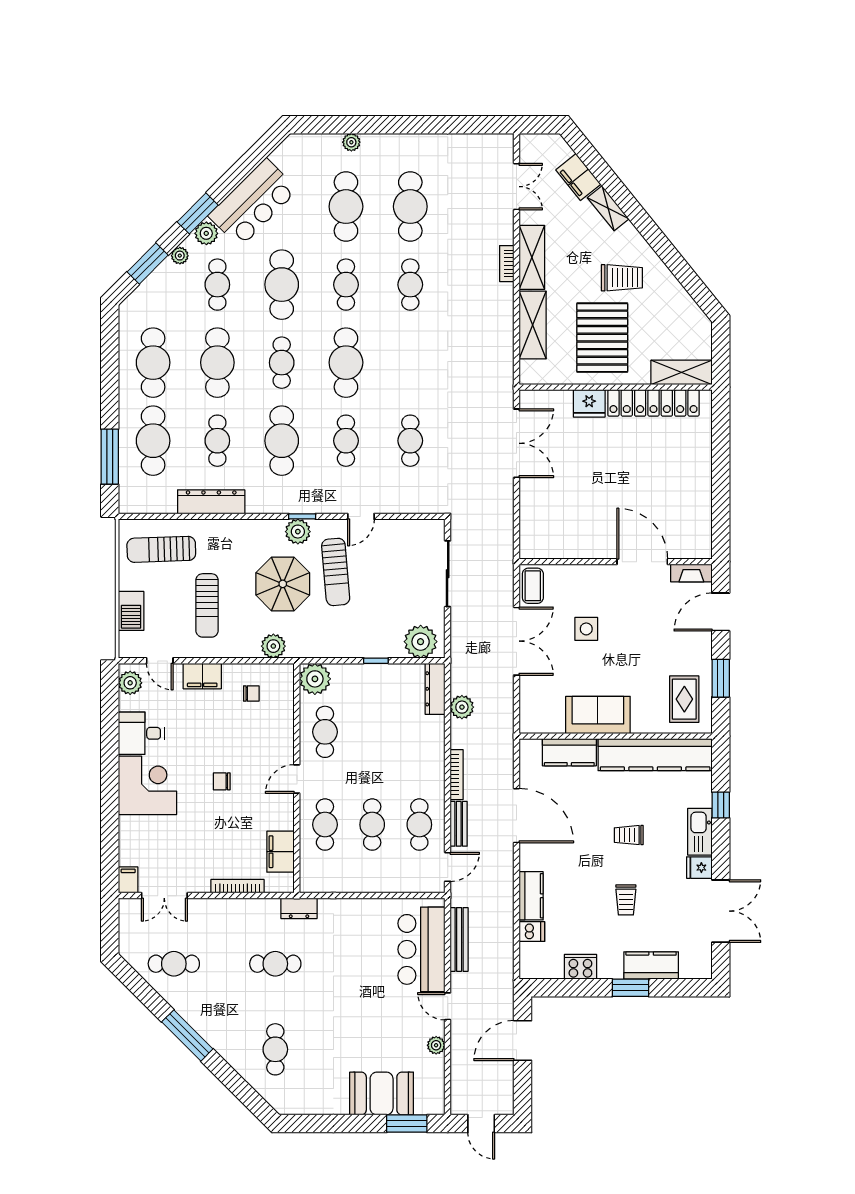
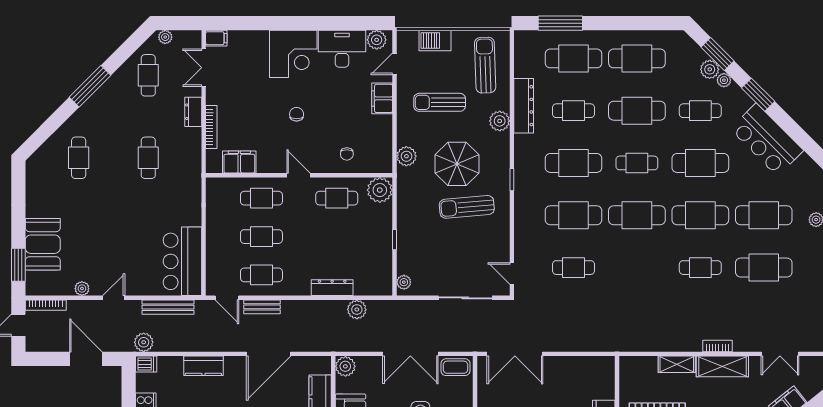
plant: (206, 233) -> (710, 69), moved
cafe table: (346, 285) -> (700, 215), width x1.37, depth x1.35
shelving: (533, 325) -> (677, 364), width x0.67, depth x0.75
cafe table: (346, 441) -> (573, 215), width x1.37, depth x1.35
double door: (516, 443) -> (515, 354), moved
door: (361, 516) -> (512, 274), moved
plant: (298, 532) -> (500, 121), moved
plant: (421, 642) -> (404, 282), width x0.53, depth x0.53
dresser: (435, 689) -> (332, 288), moved
chair: (251, 693) -> (347, 154), moved
plant: (532, 721) -> (345, 366), added
desk: (141, 733) -> (342, 49), width x1.37
bookcase: (457, 775) -> (46, 305), moved
dresser: (299, 908) -> (193, 112), moved
dishwasher: (532, 932) -> (146, 364), moved, turned -90
plant: (127, 943) -> (165, 37), added
bar counter: (421, 949) -> (182, 261), moved, turned -90
plant: (502, 969) -> (144, 342), added
cafe table: (275, 1049) -> (79, 158), turned 90

